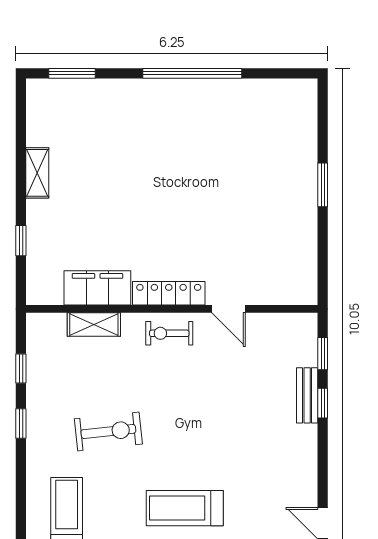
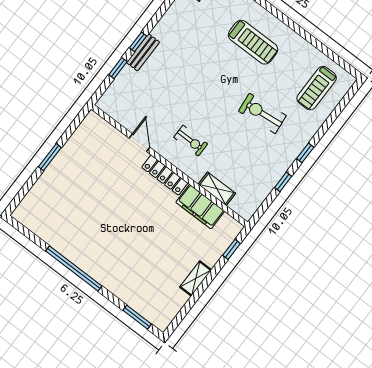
filing cabinet: (97, 288) -> (200, 207), moved
locker: (169, 293) -> (165, 175), moved
wall: (172, 309) -> (169, 166), moved
door: (229, 309) -> (140, 143), moved
shelving: (94, 325) -> (217, 189), moved

